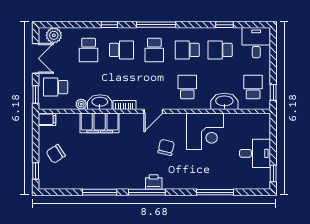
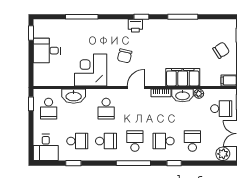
window: (147, 192) -> (141, 17), width x0.46

